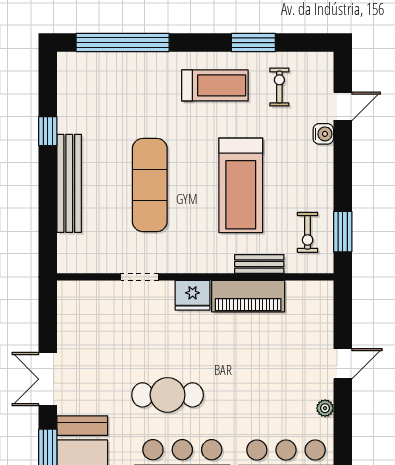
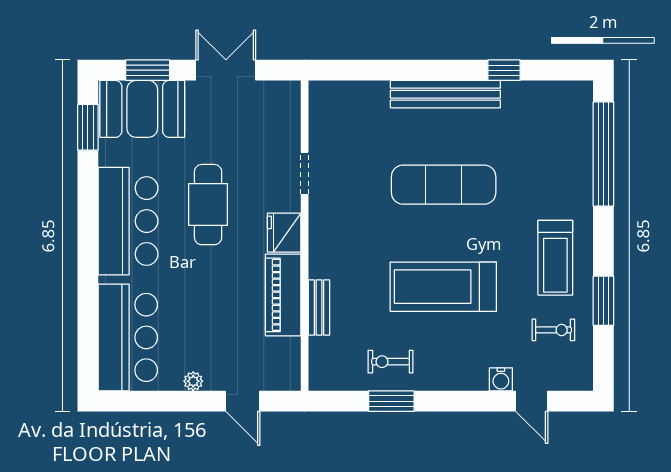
bench: (259, 264) -> (319, 308), moved
doorway: (140, 277) -> (305, 173), moved
wall: (195, 277) -> (305, 236), moved
fridge: (193, 295) -> (284, 233), moved
piano: (248, 296) -> (283, 295), moved

